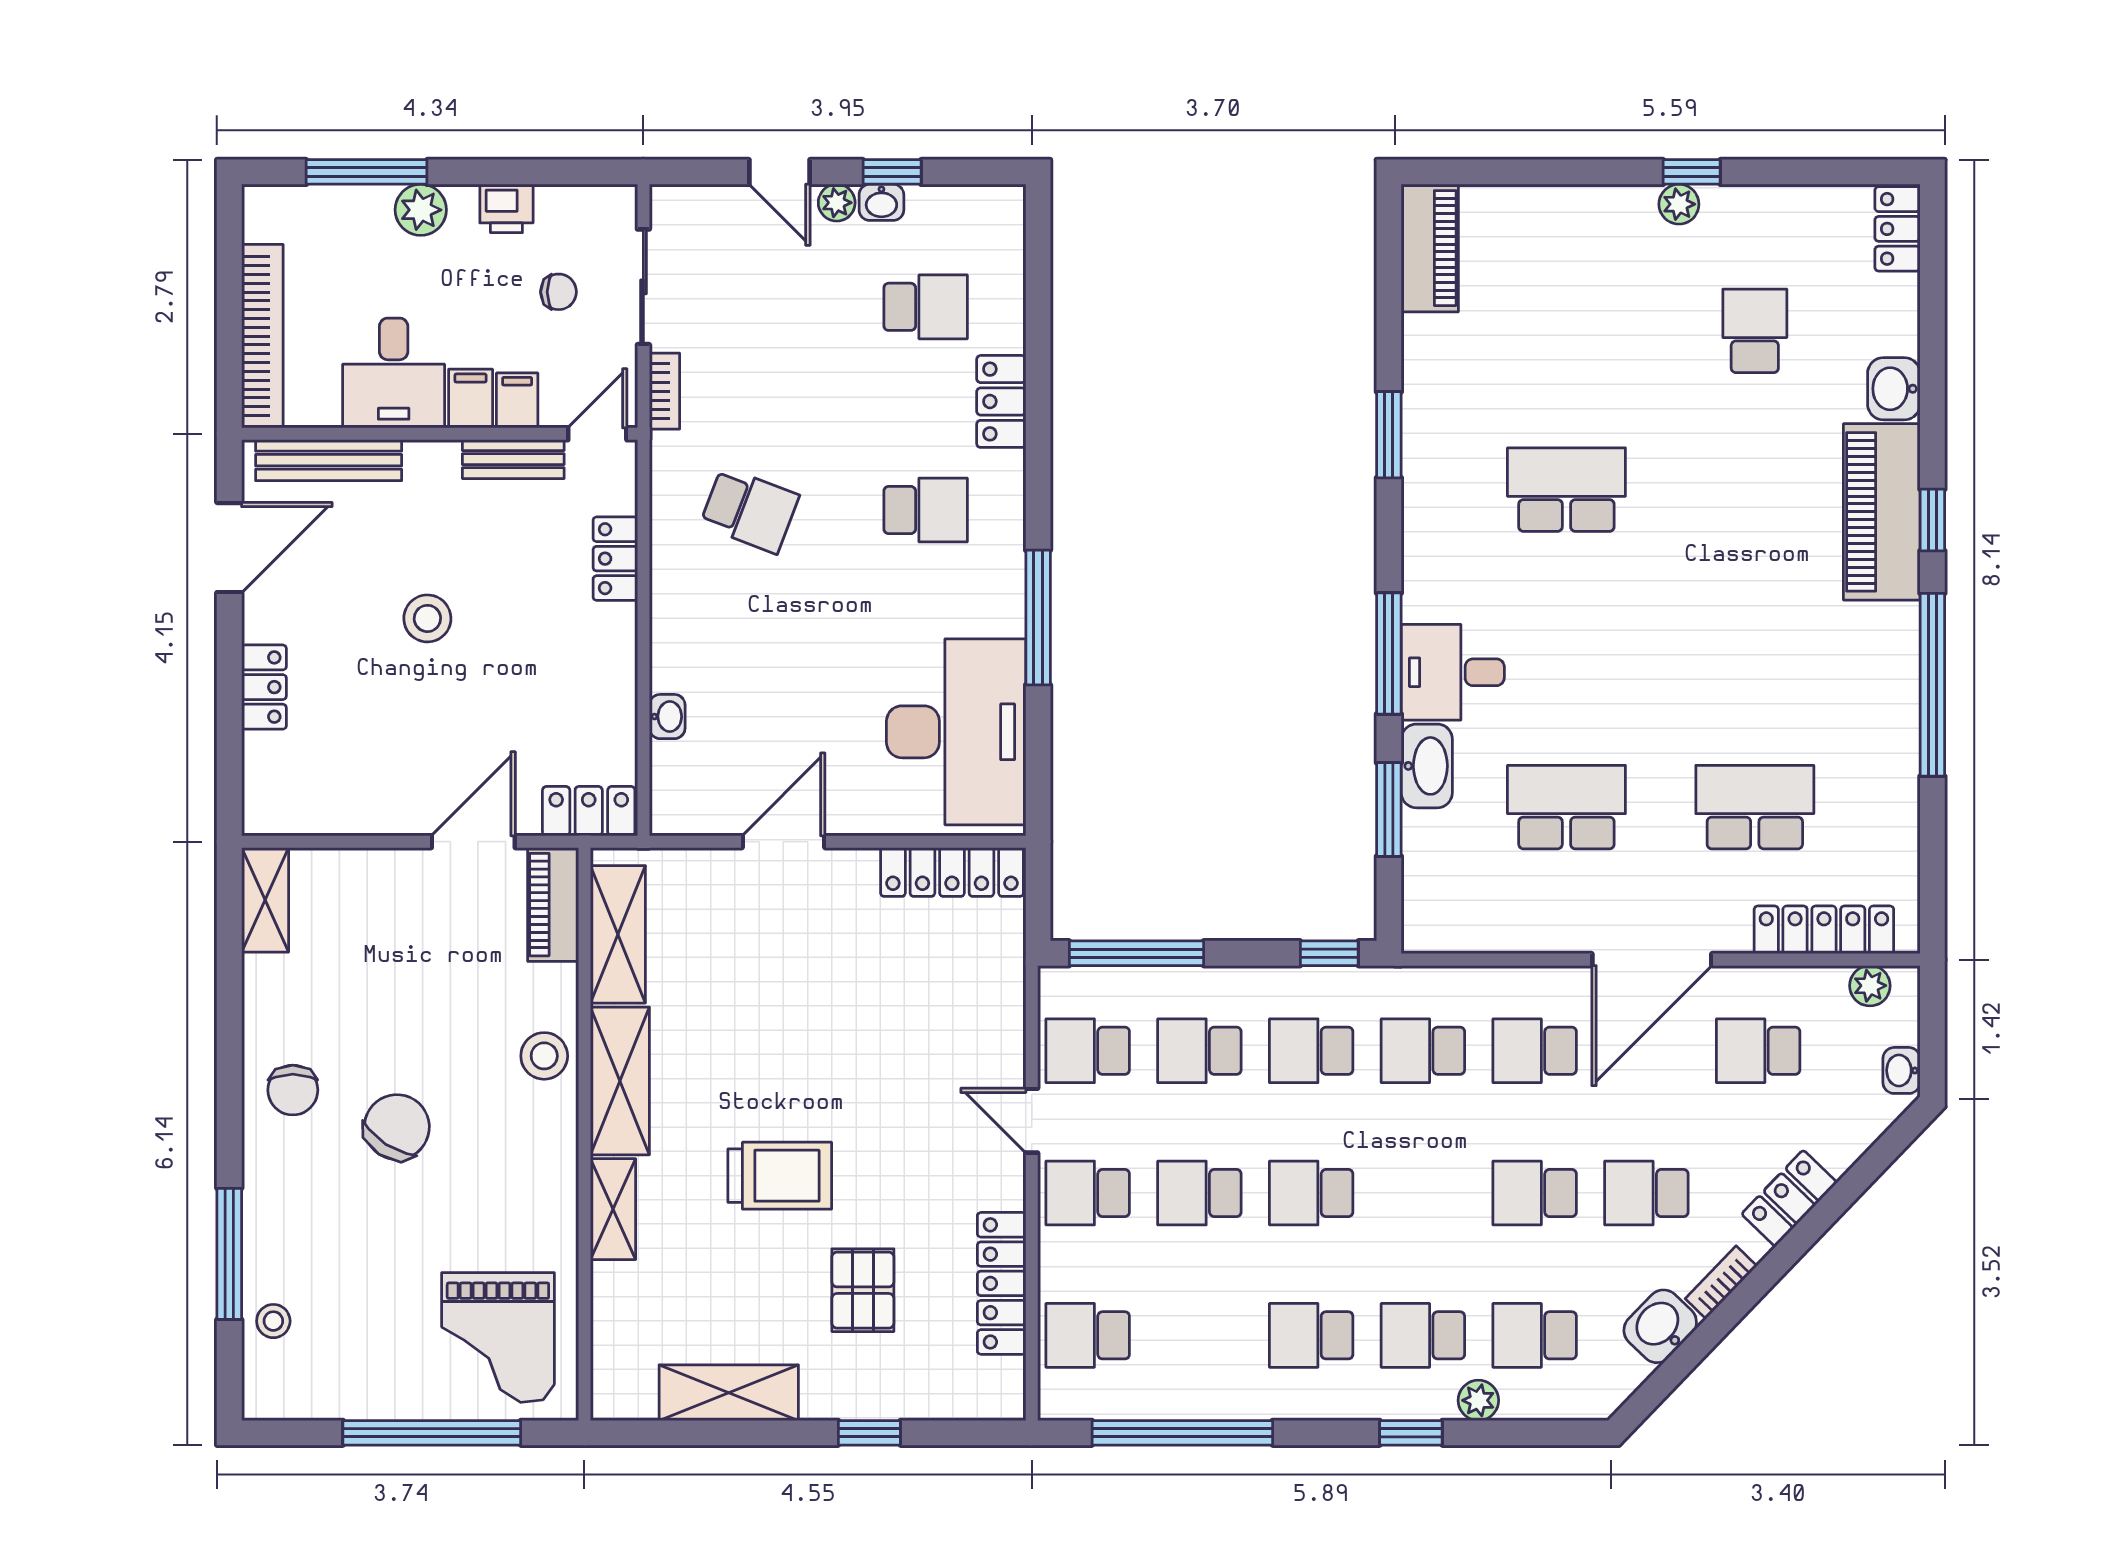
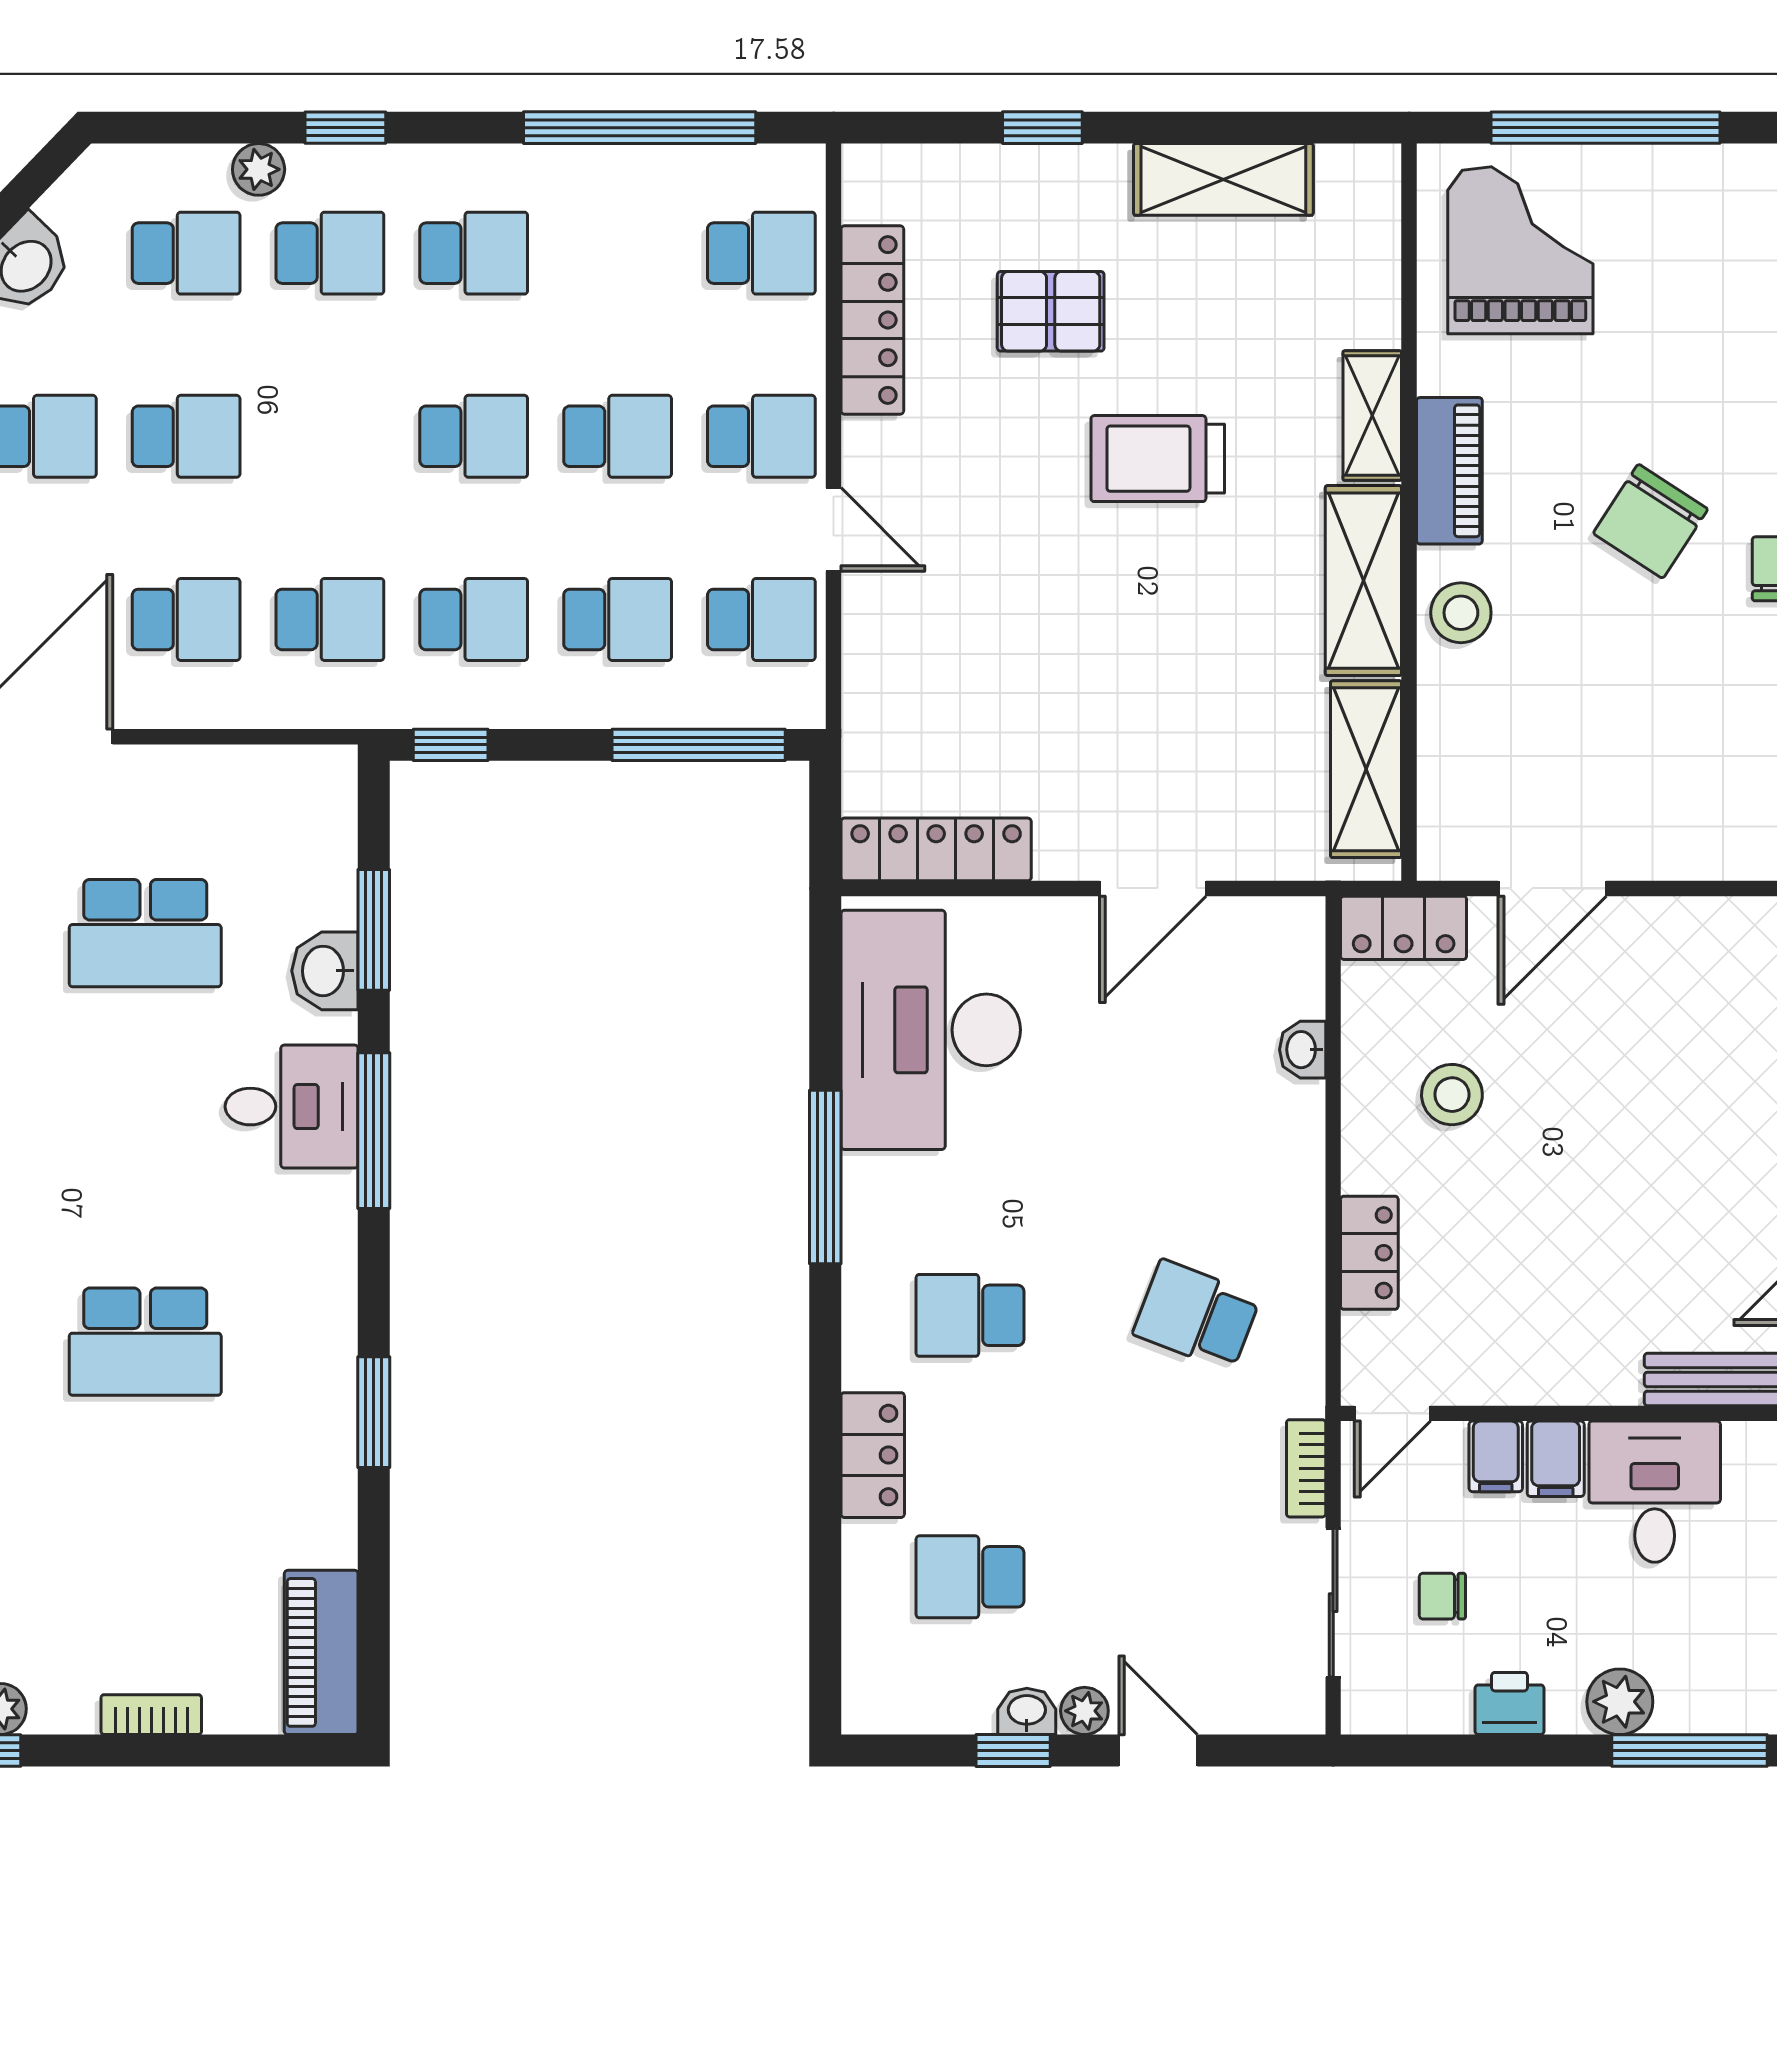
bookcase: (1562, 200) -> (151, 1715), added
bench: (513, 459) -> (1501, 1381), removed
stool: (427, 618) -> (1452, 1095), moved
washbasin: (1427, 766) -> (325, 971), width x0.72
piano: (553, 905) -> (1449, 471), moved
pallet: (863, 1290) -> (1051, 311), turned 90

